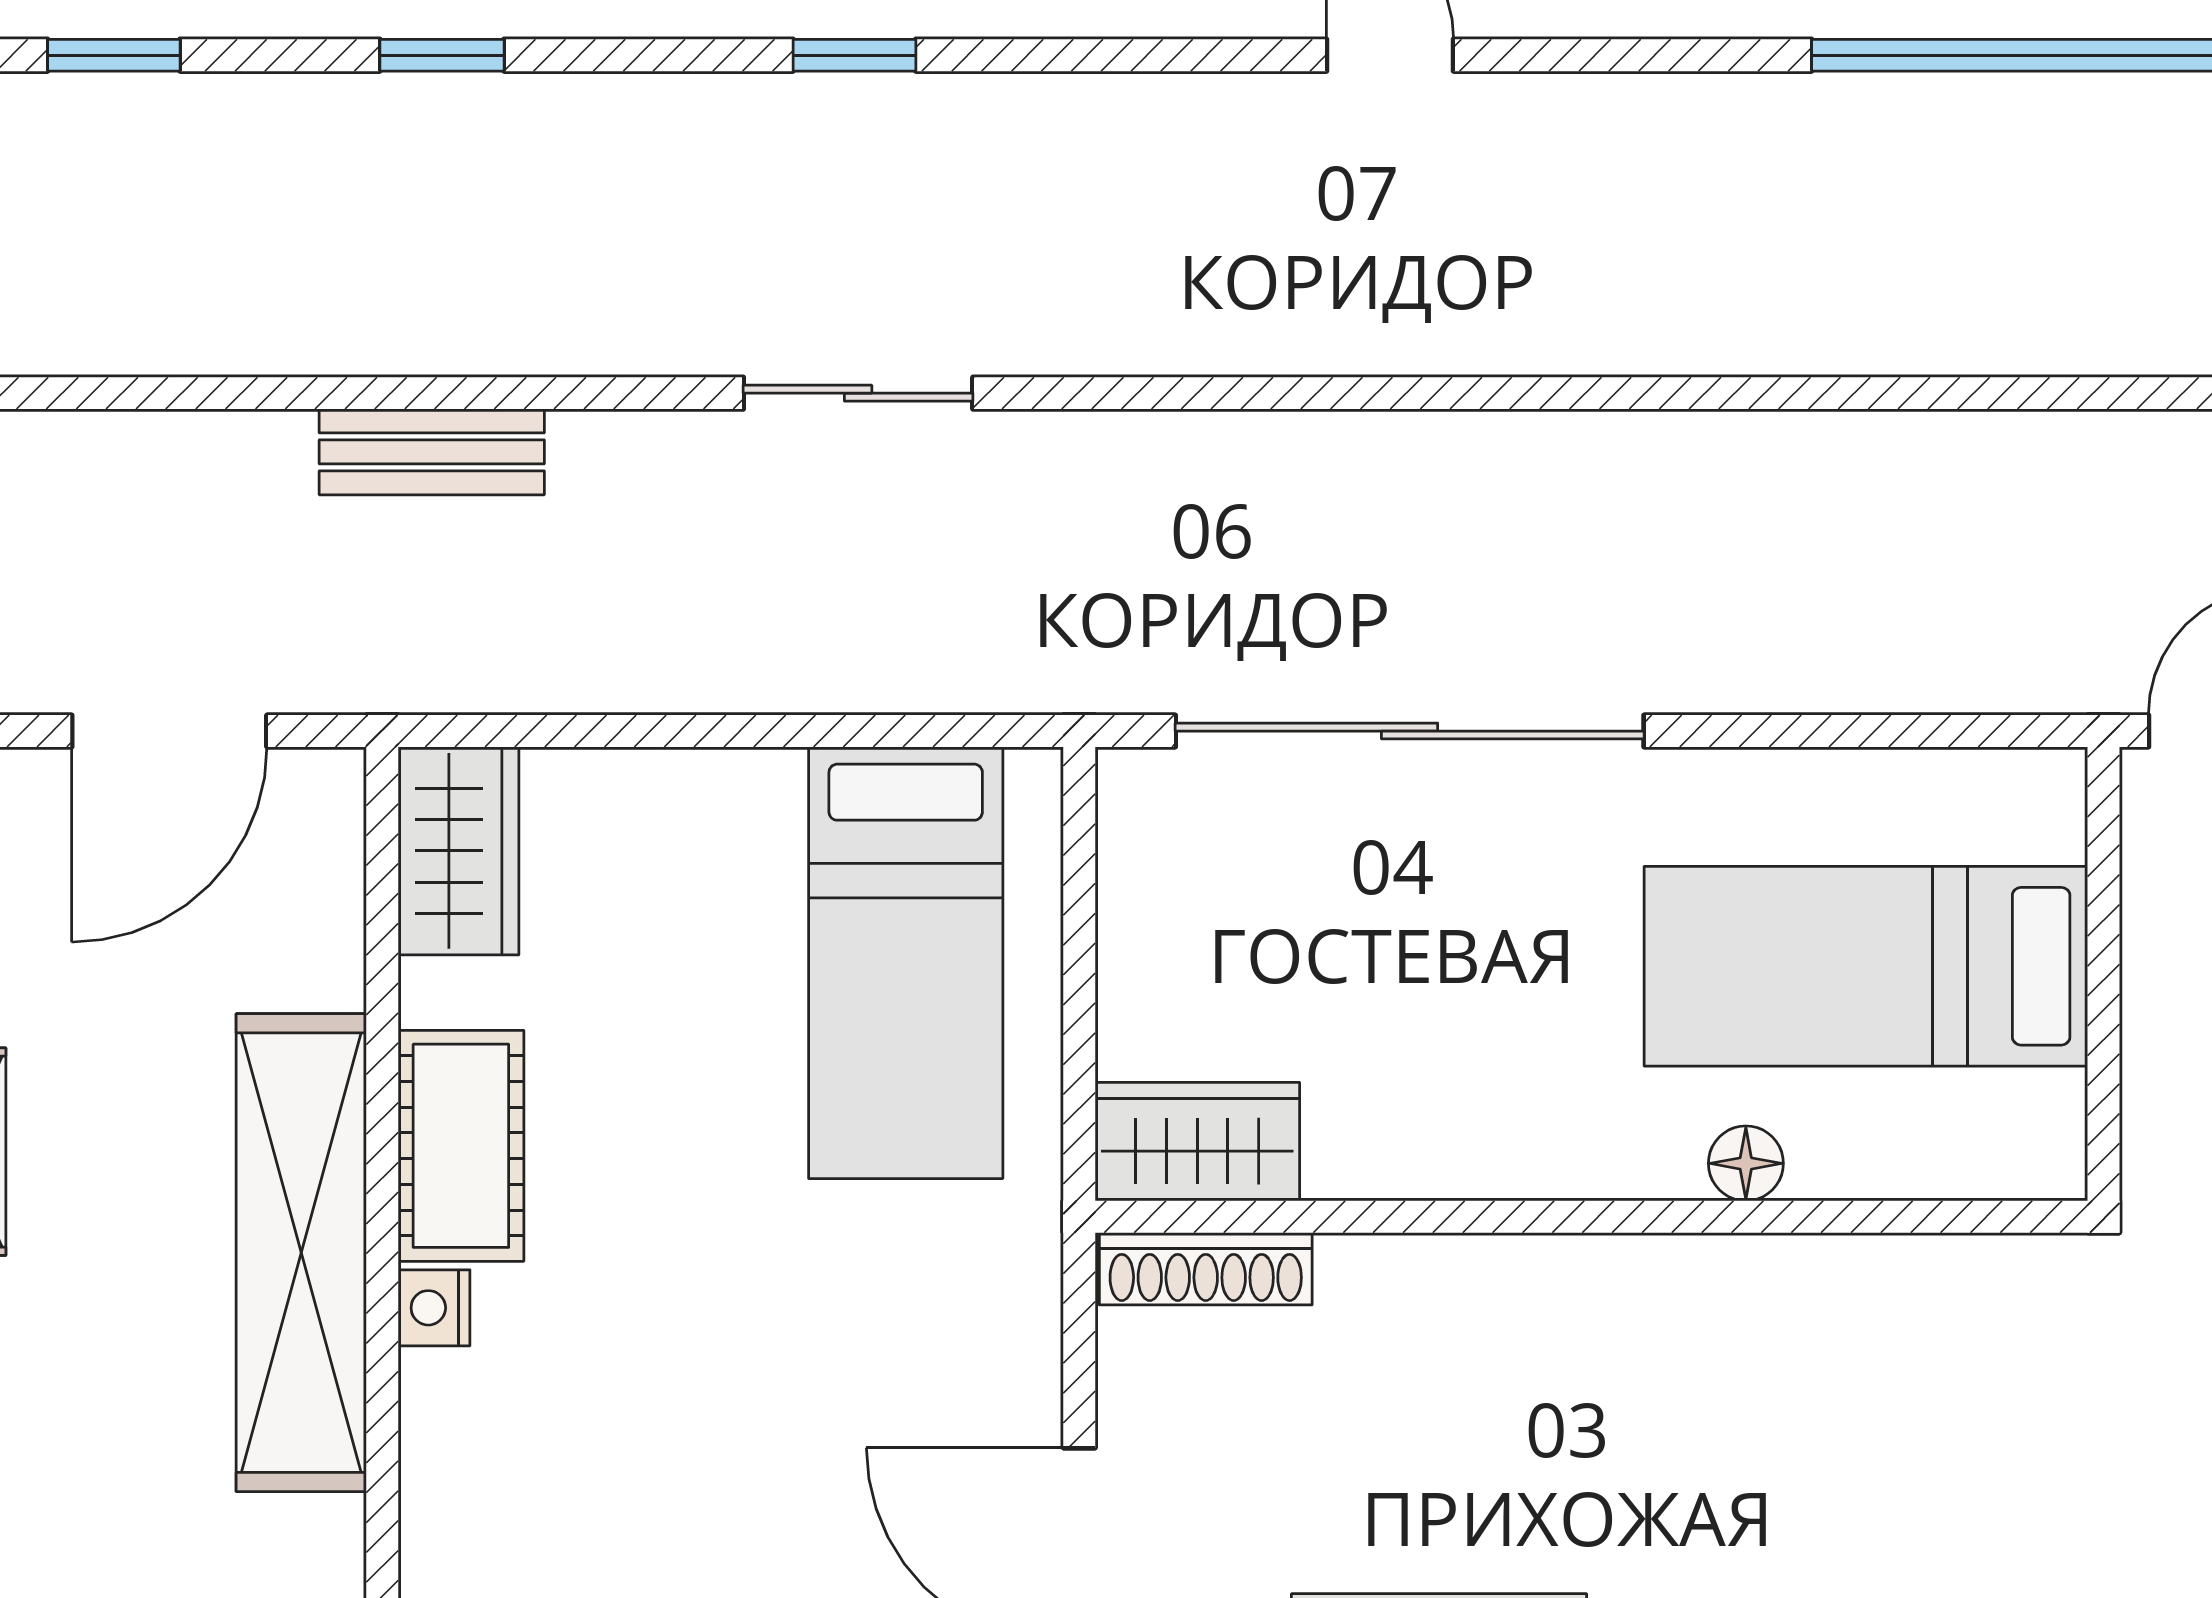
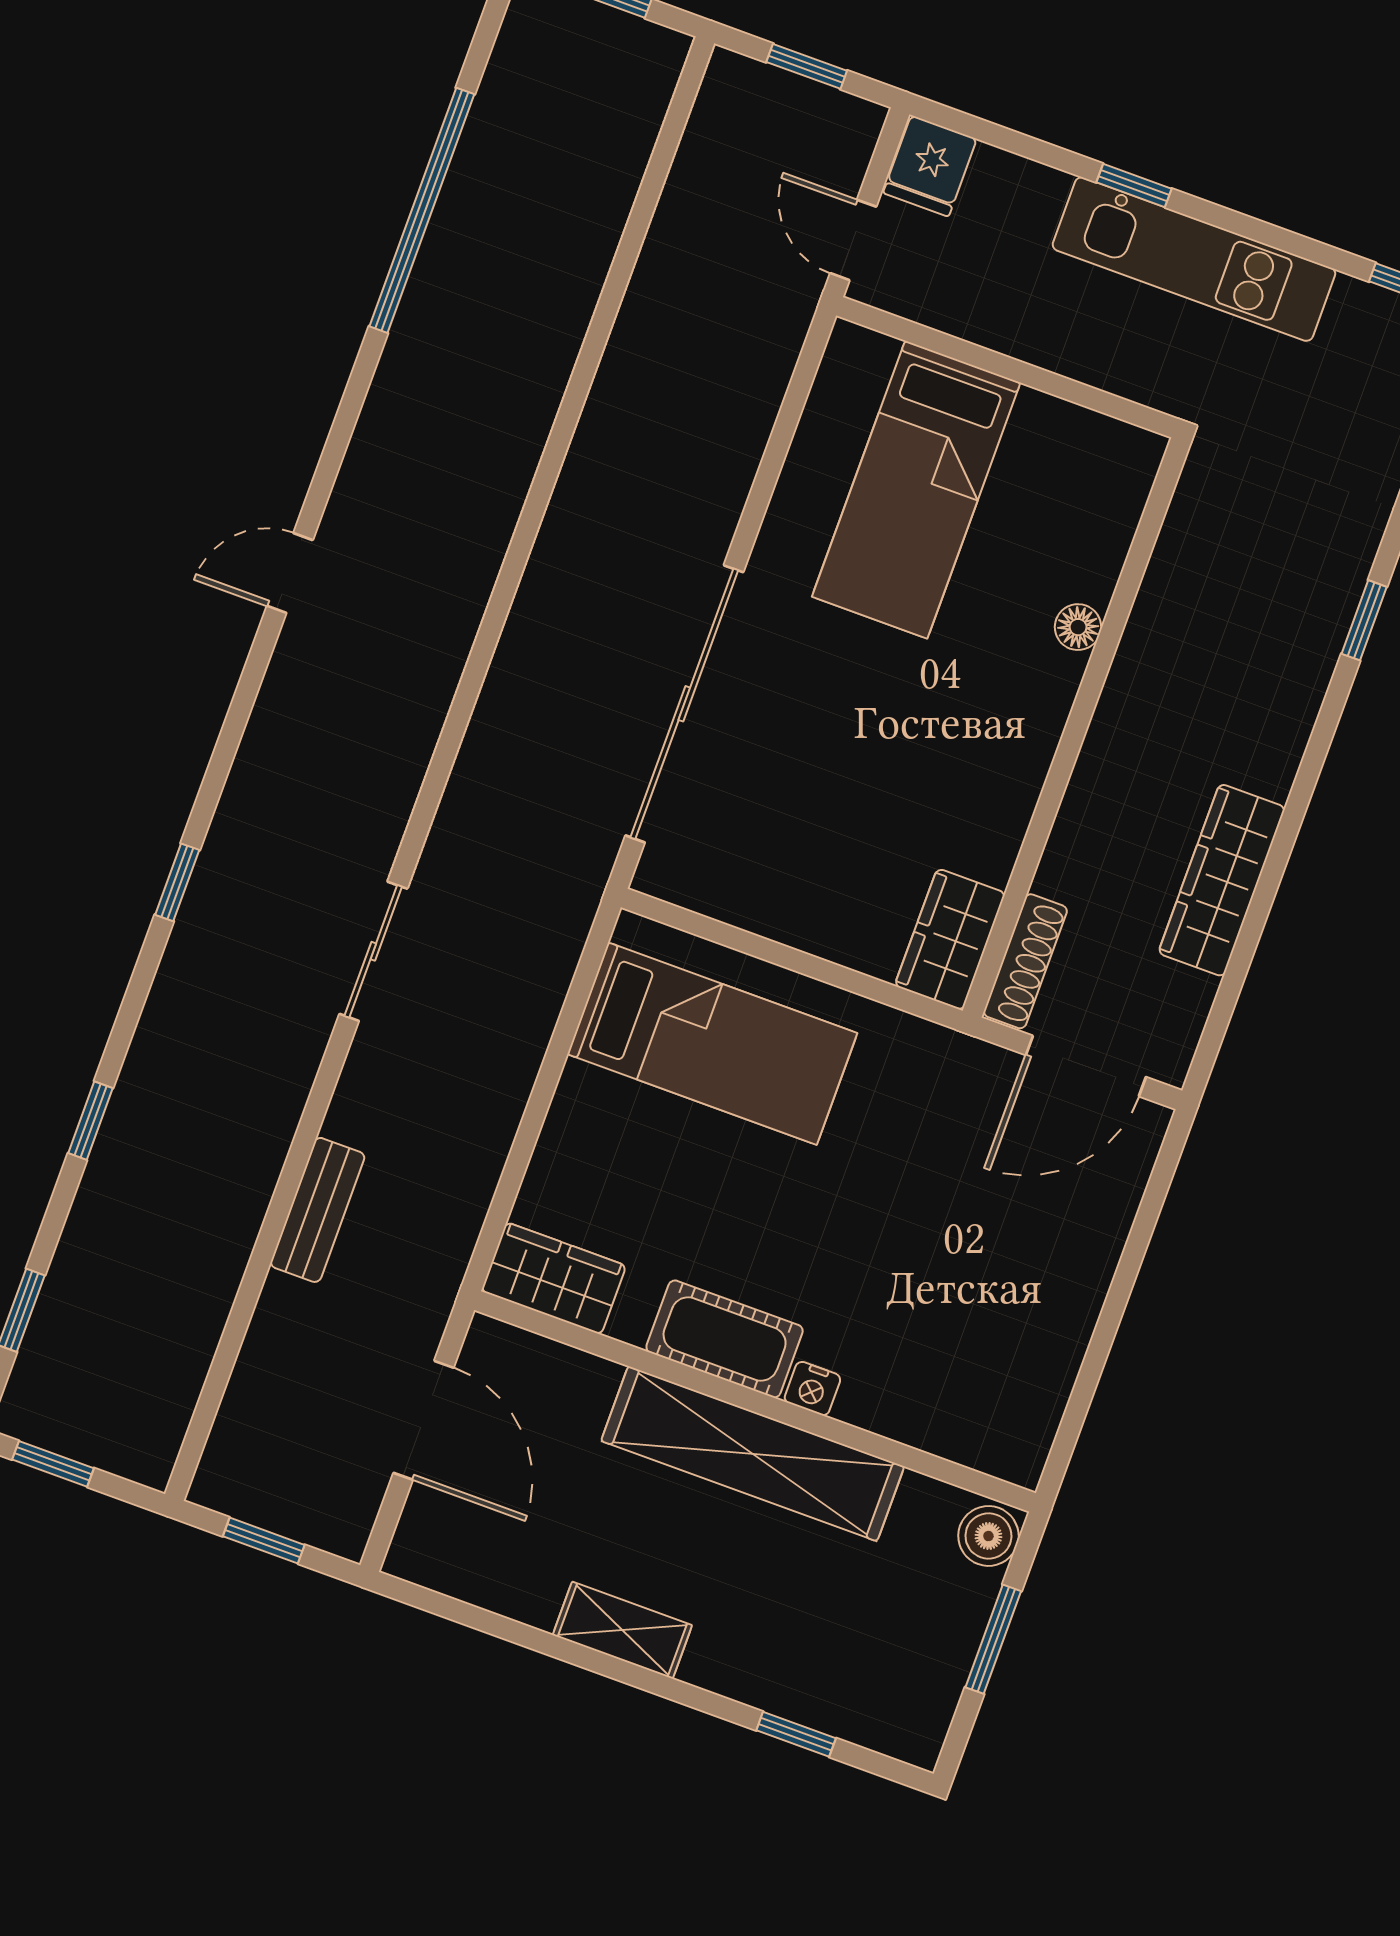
wardrobe: (1197, 1142) -> (950, 939), moved
floor lamp: (1746, 1163) -> (1078, 627), moved
wall: (1591, 1217) -> (1076, 728), moved
shoe rack: (1206, 1269) -> (1025, 961), moved

